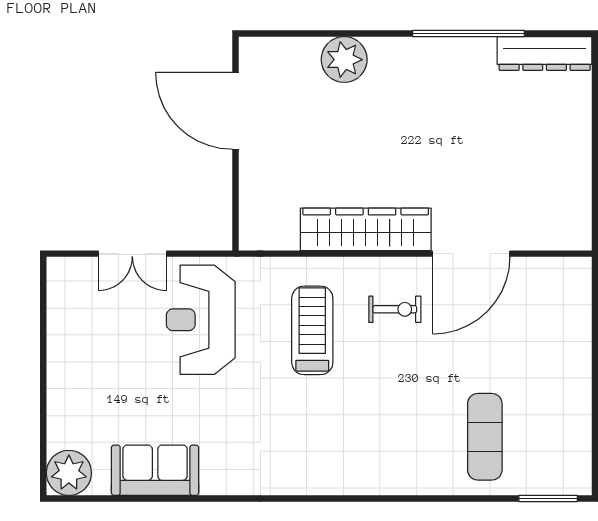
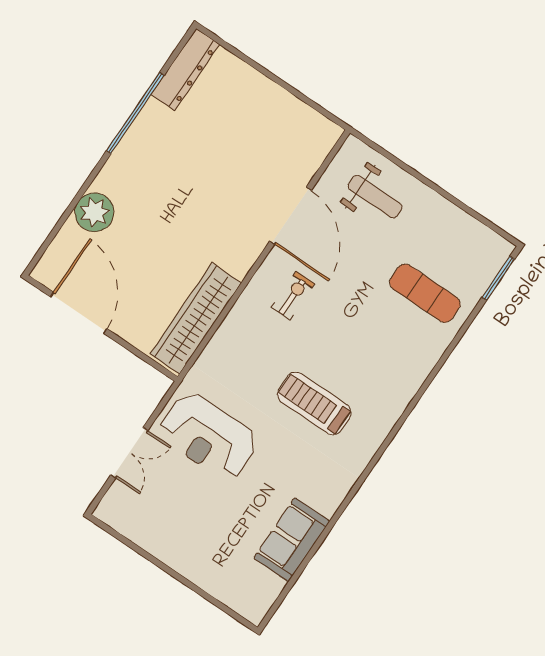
door: (235, 111) -> (79, 313), swing flipped
wardrobe: (366, 229) -> (196, 318), moved
weight bench: (546, 324) -> (375, 197), added
treadmill: (312, 330) -> (314, 403), moved
plant: (69, 473) -> (253, 601), removed

